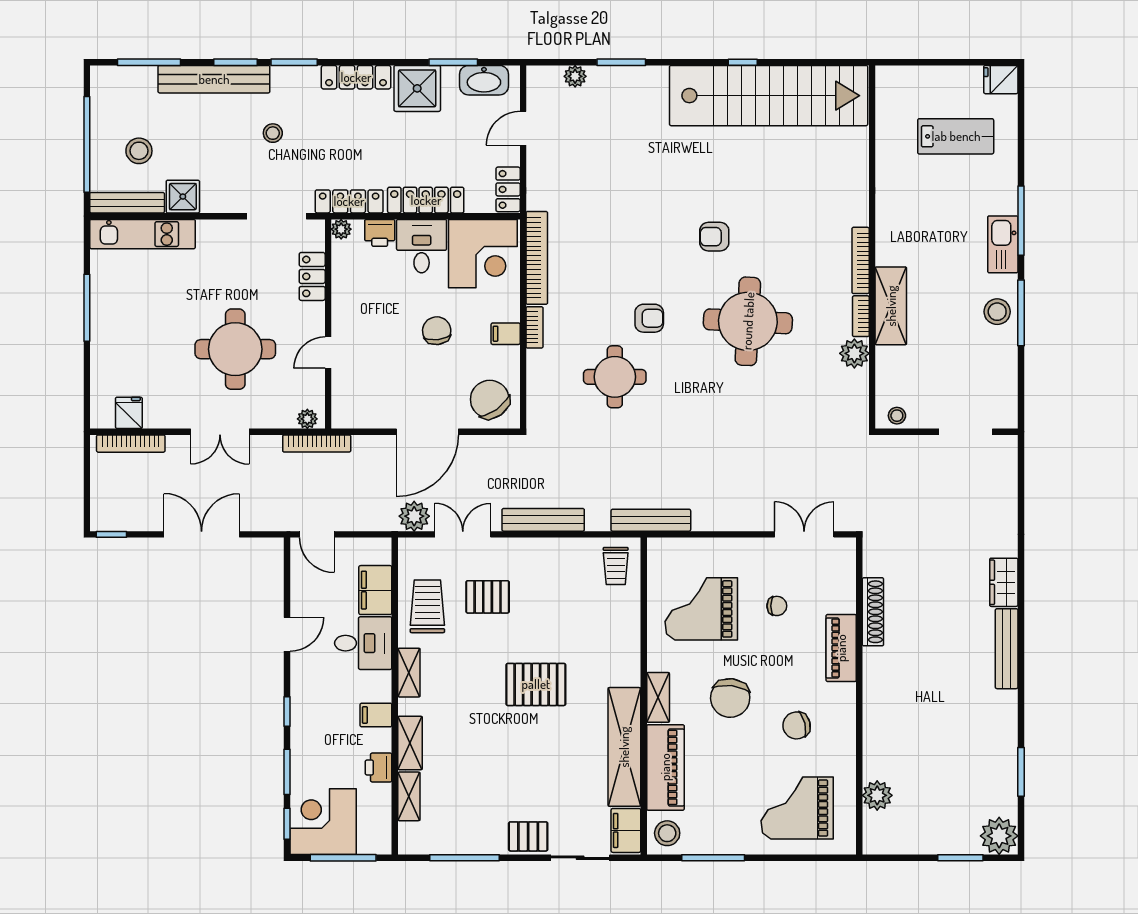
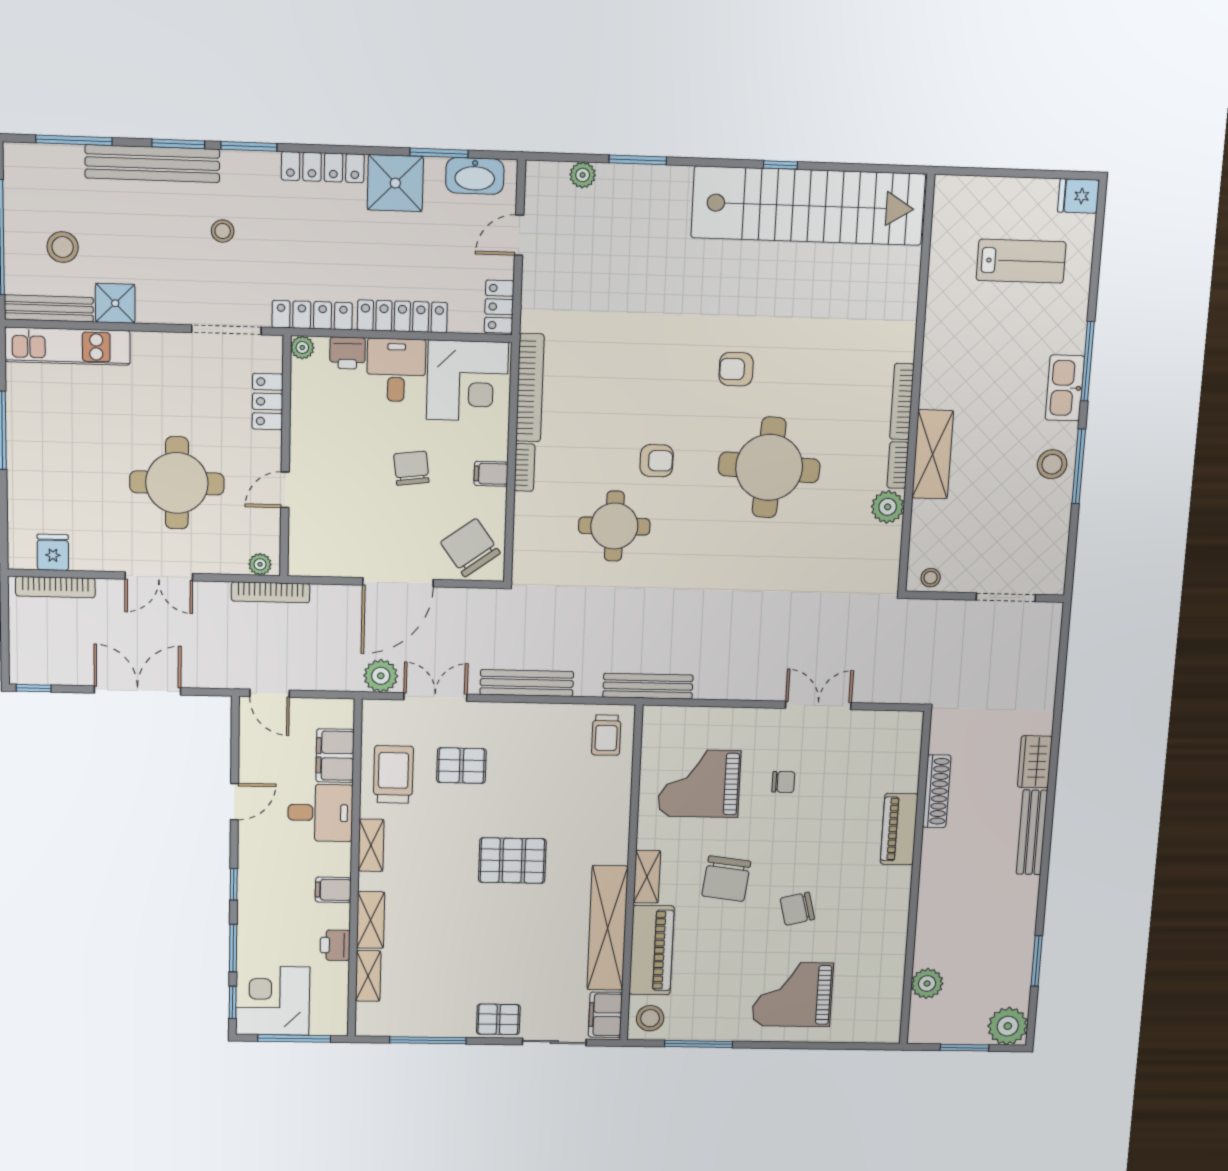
shoe rack: (873, 612) -> (937, 791), moved
piano: (841, 648) -> (899, 829), moved
wall: (859, 696) -> (915, 880), moved
plant: (877, 795) -> (927, 983), moved

